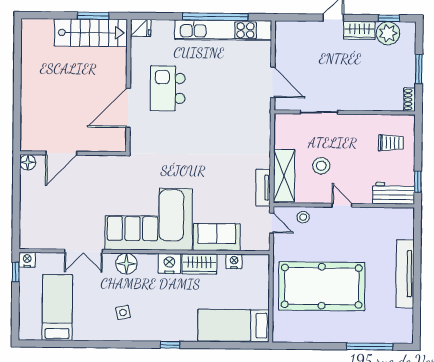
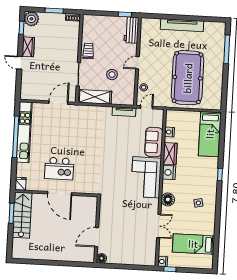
plant: (388, 33) -> (31, 19), moved
door: (128, 108) -> (60, 193), moved
trolley: (391, 143) -> (88, 51), moved
door: (61, 153) -> (97, 237), swing flipped
shelving: (284, 176) -> (95, 97), moved
corner sofa: (149, 219) -> (146, 177), width x0.73, depth x0.74

